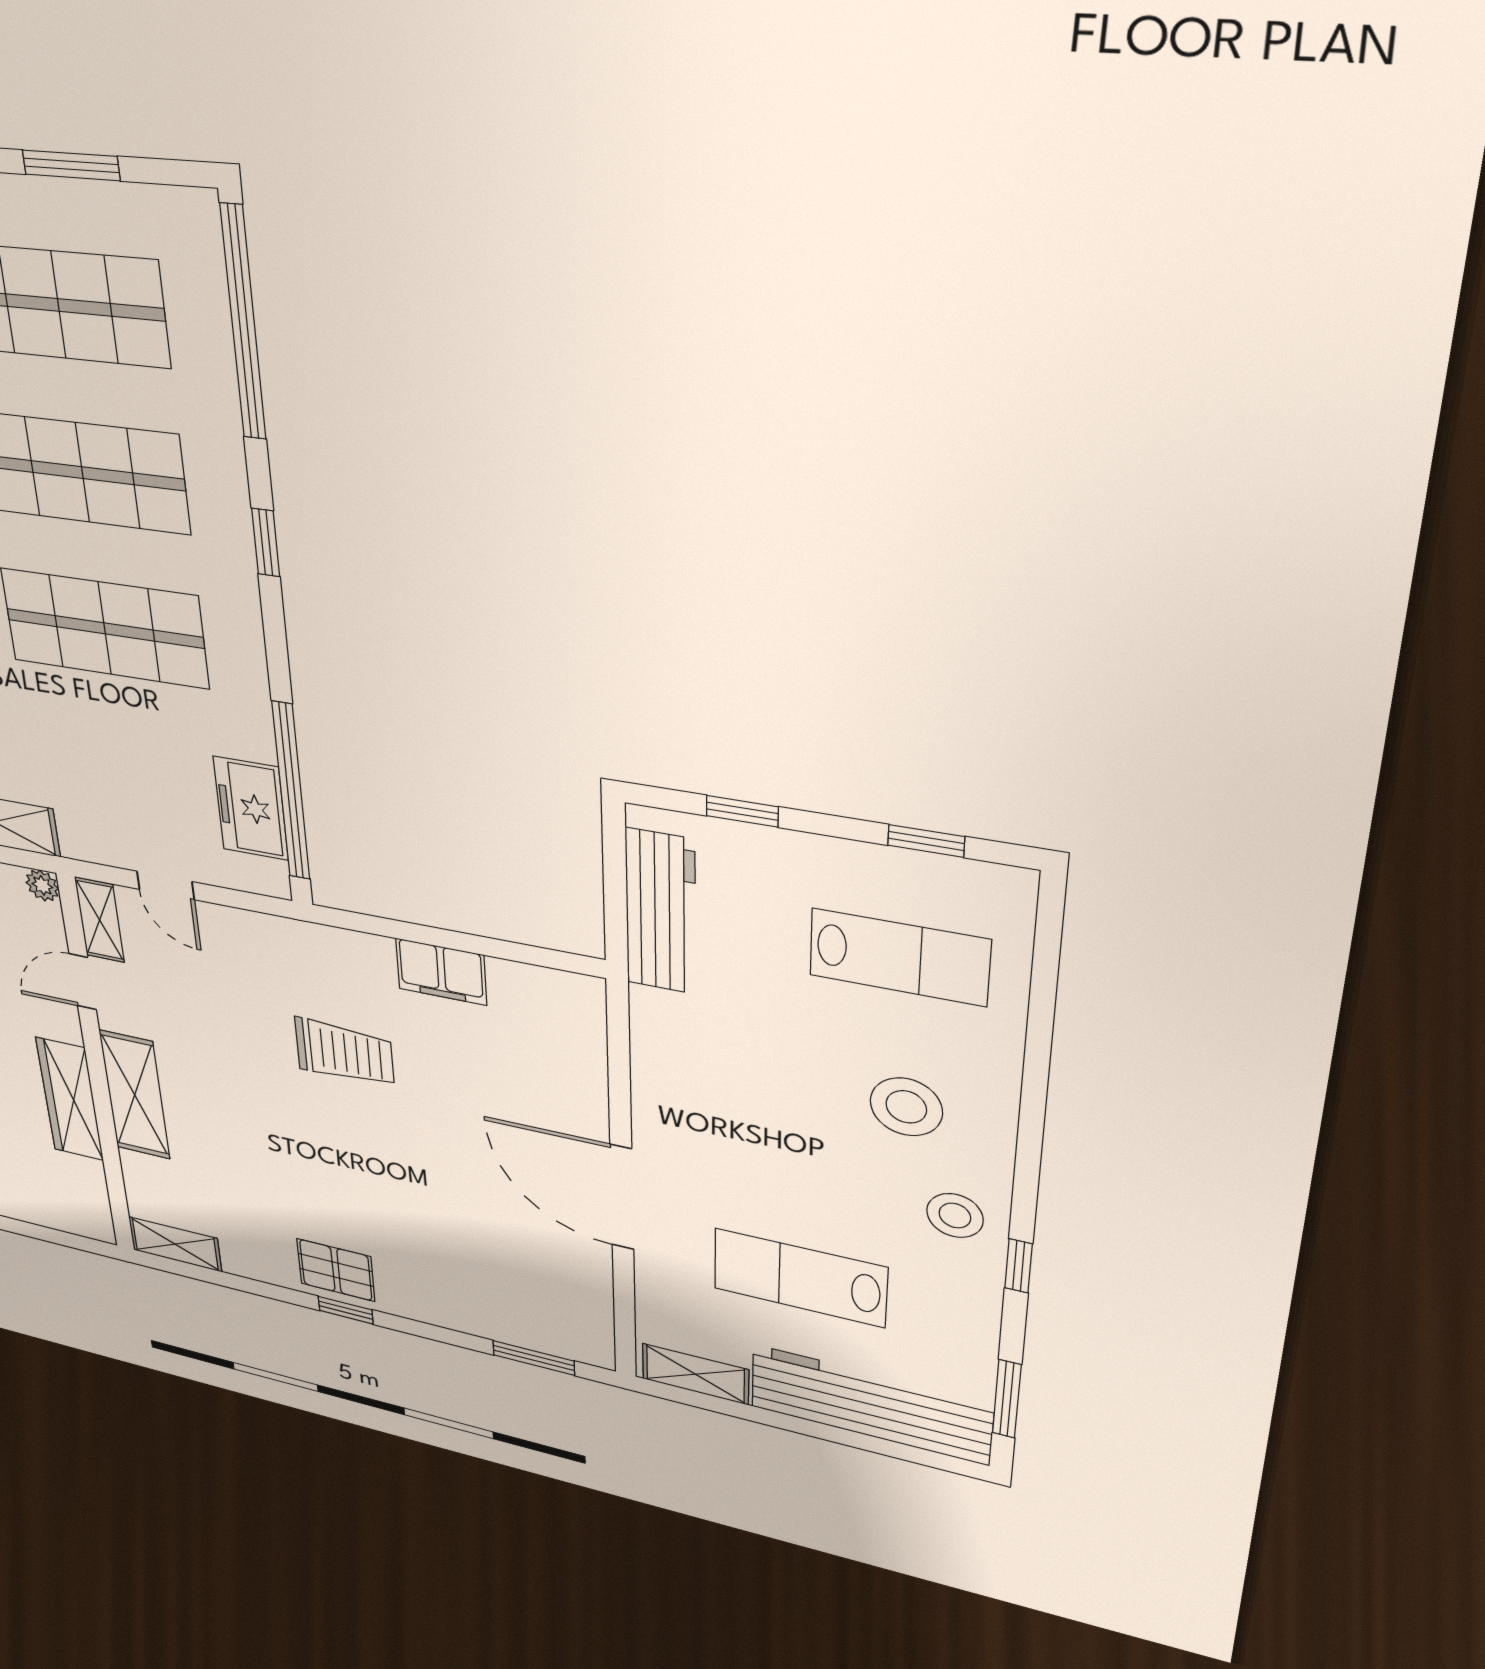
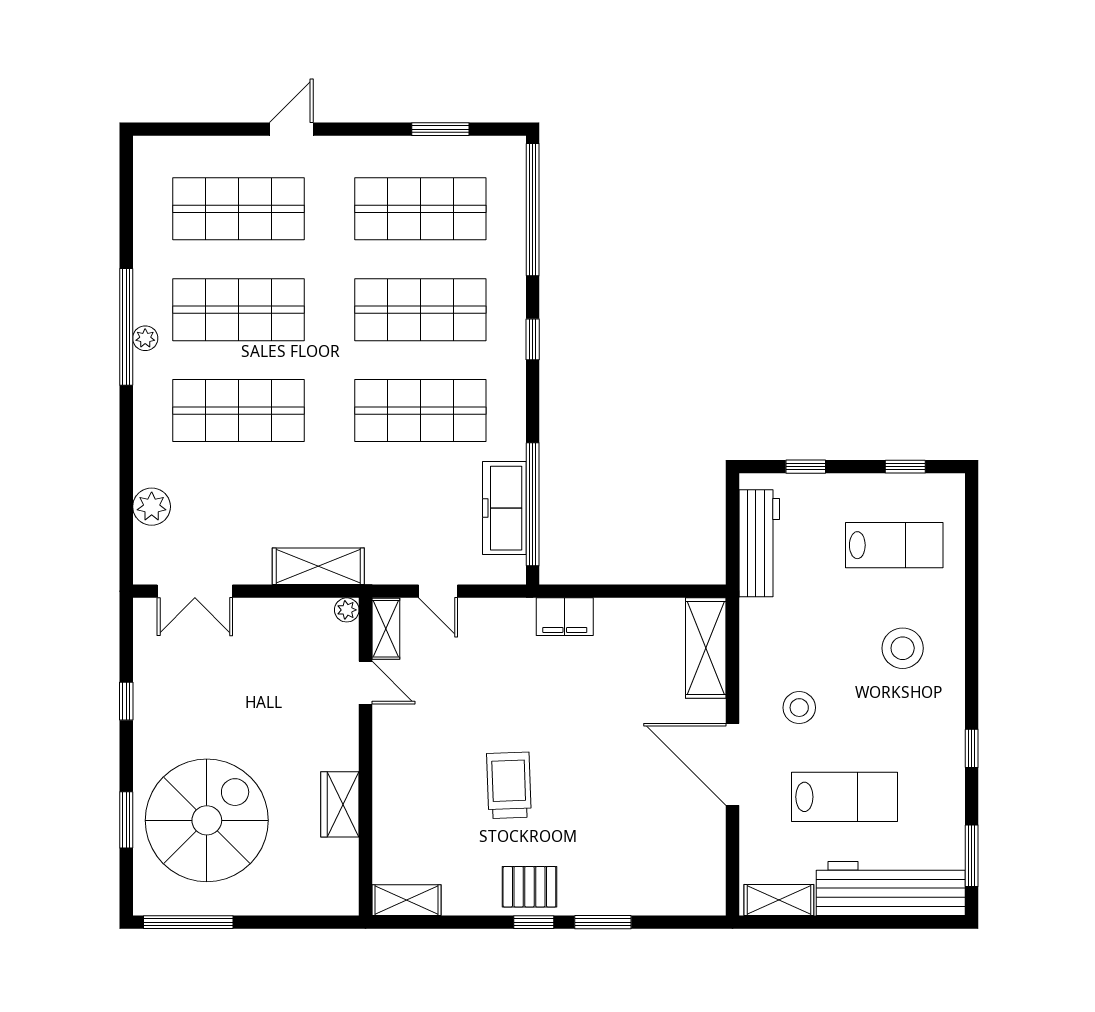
freezer: (251, 808) -> (504, 508), width x1.40
filing cabinet: (441, 972) -> (565, 617), moved
door: (83, 982) -> (365, 683), swing flipped
trolley: (344, 1052) -> (509, 785), moved, turned -92
shelving: (135, 1095) -> (706, 648), moved
wardrobe: (70, 1099) -> (340, 804), width x0.67
stool: (955, 1216) -> (799, 708), moved
lab bench: (800, 1278) -> (845, 797), turned 180
window: (534, 1358) -> (603, 922), moved

